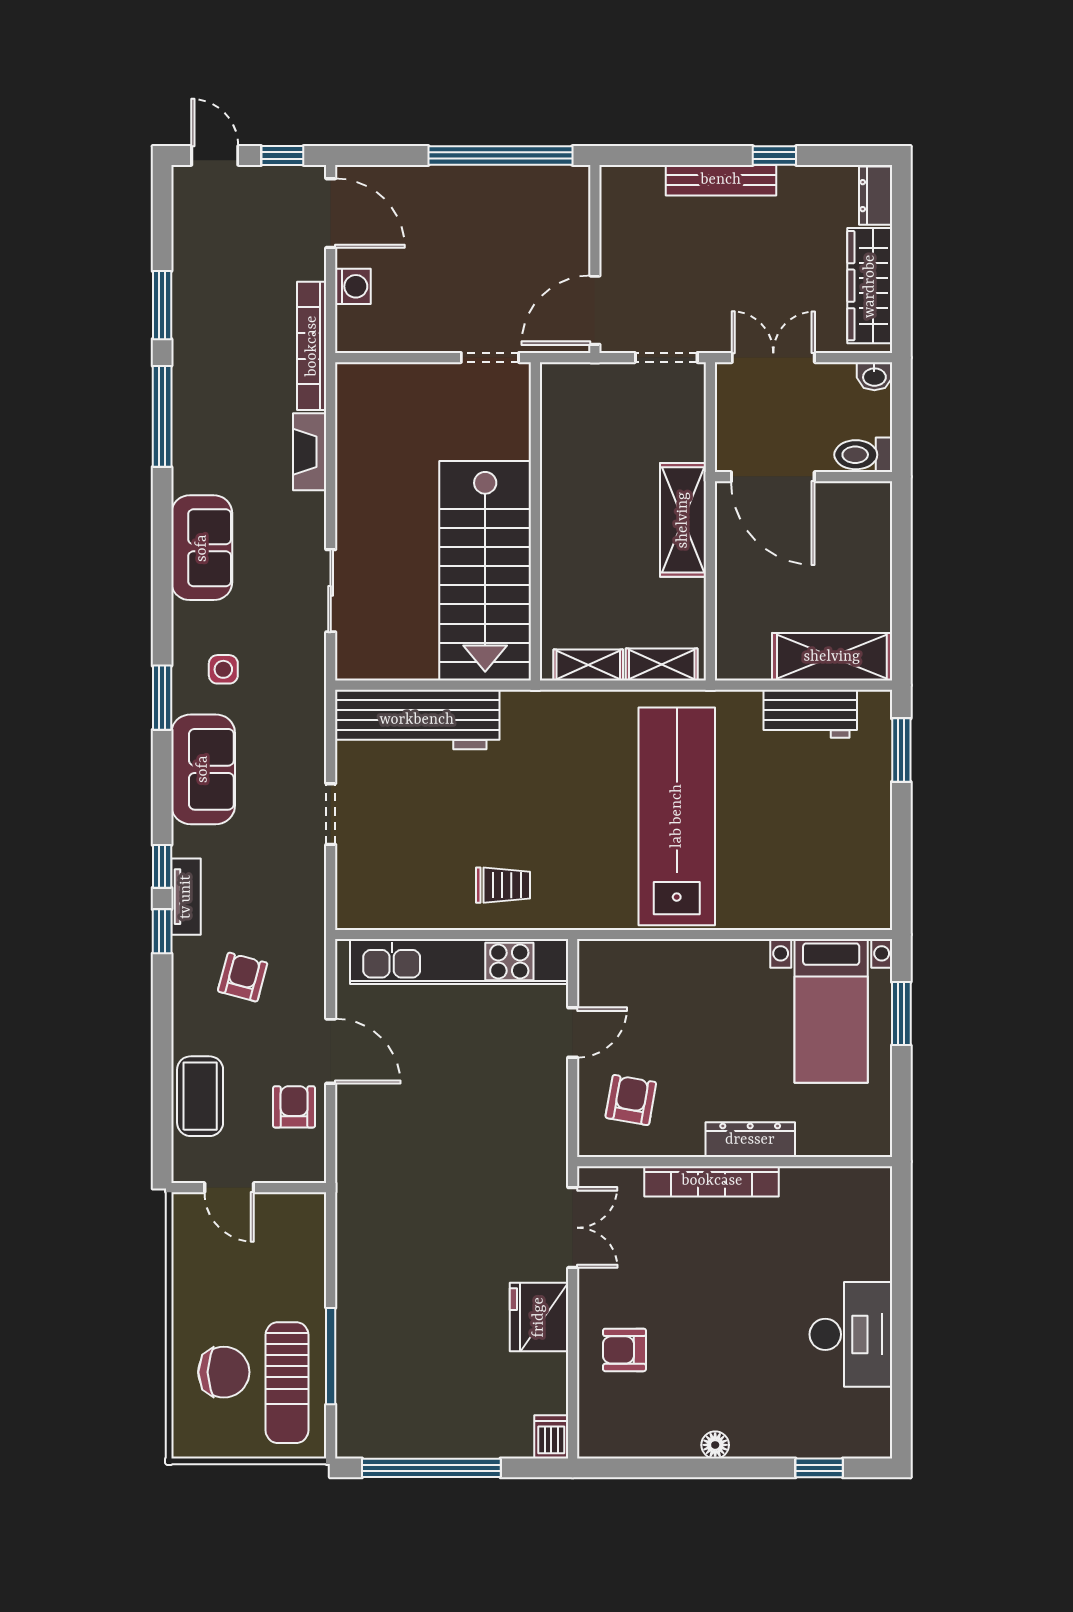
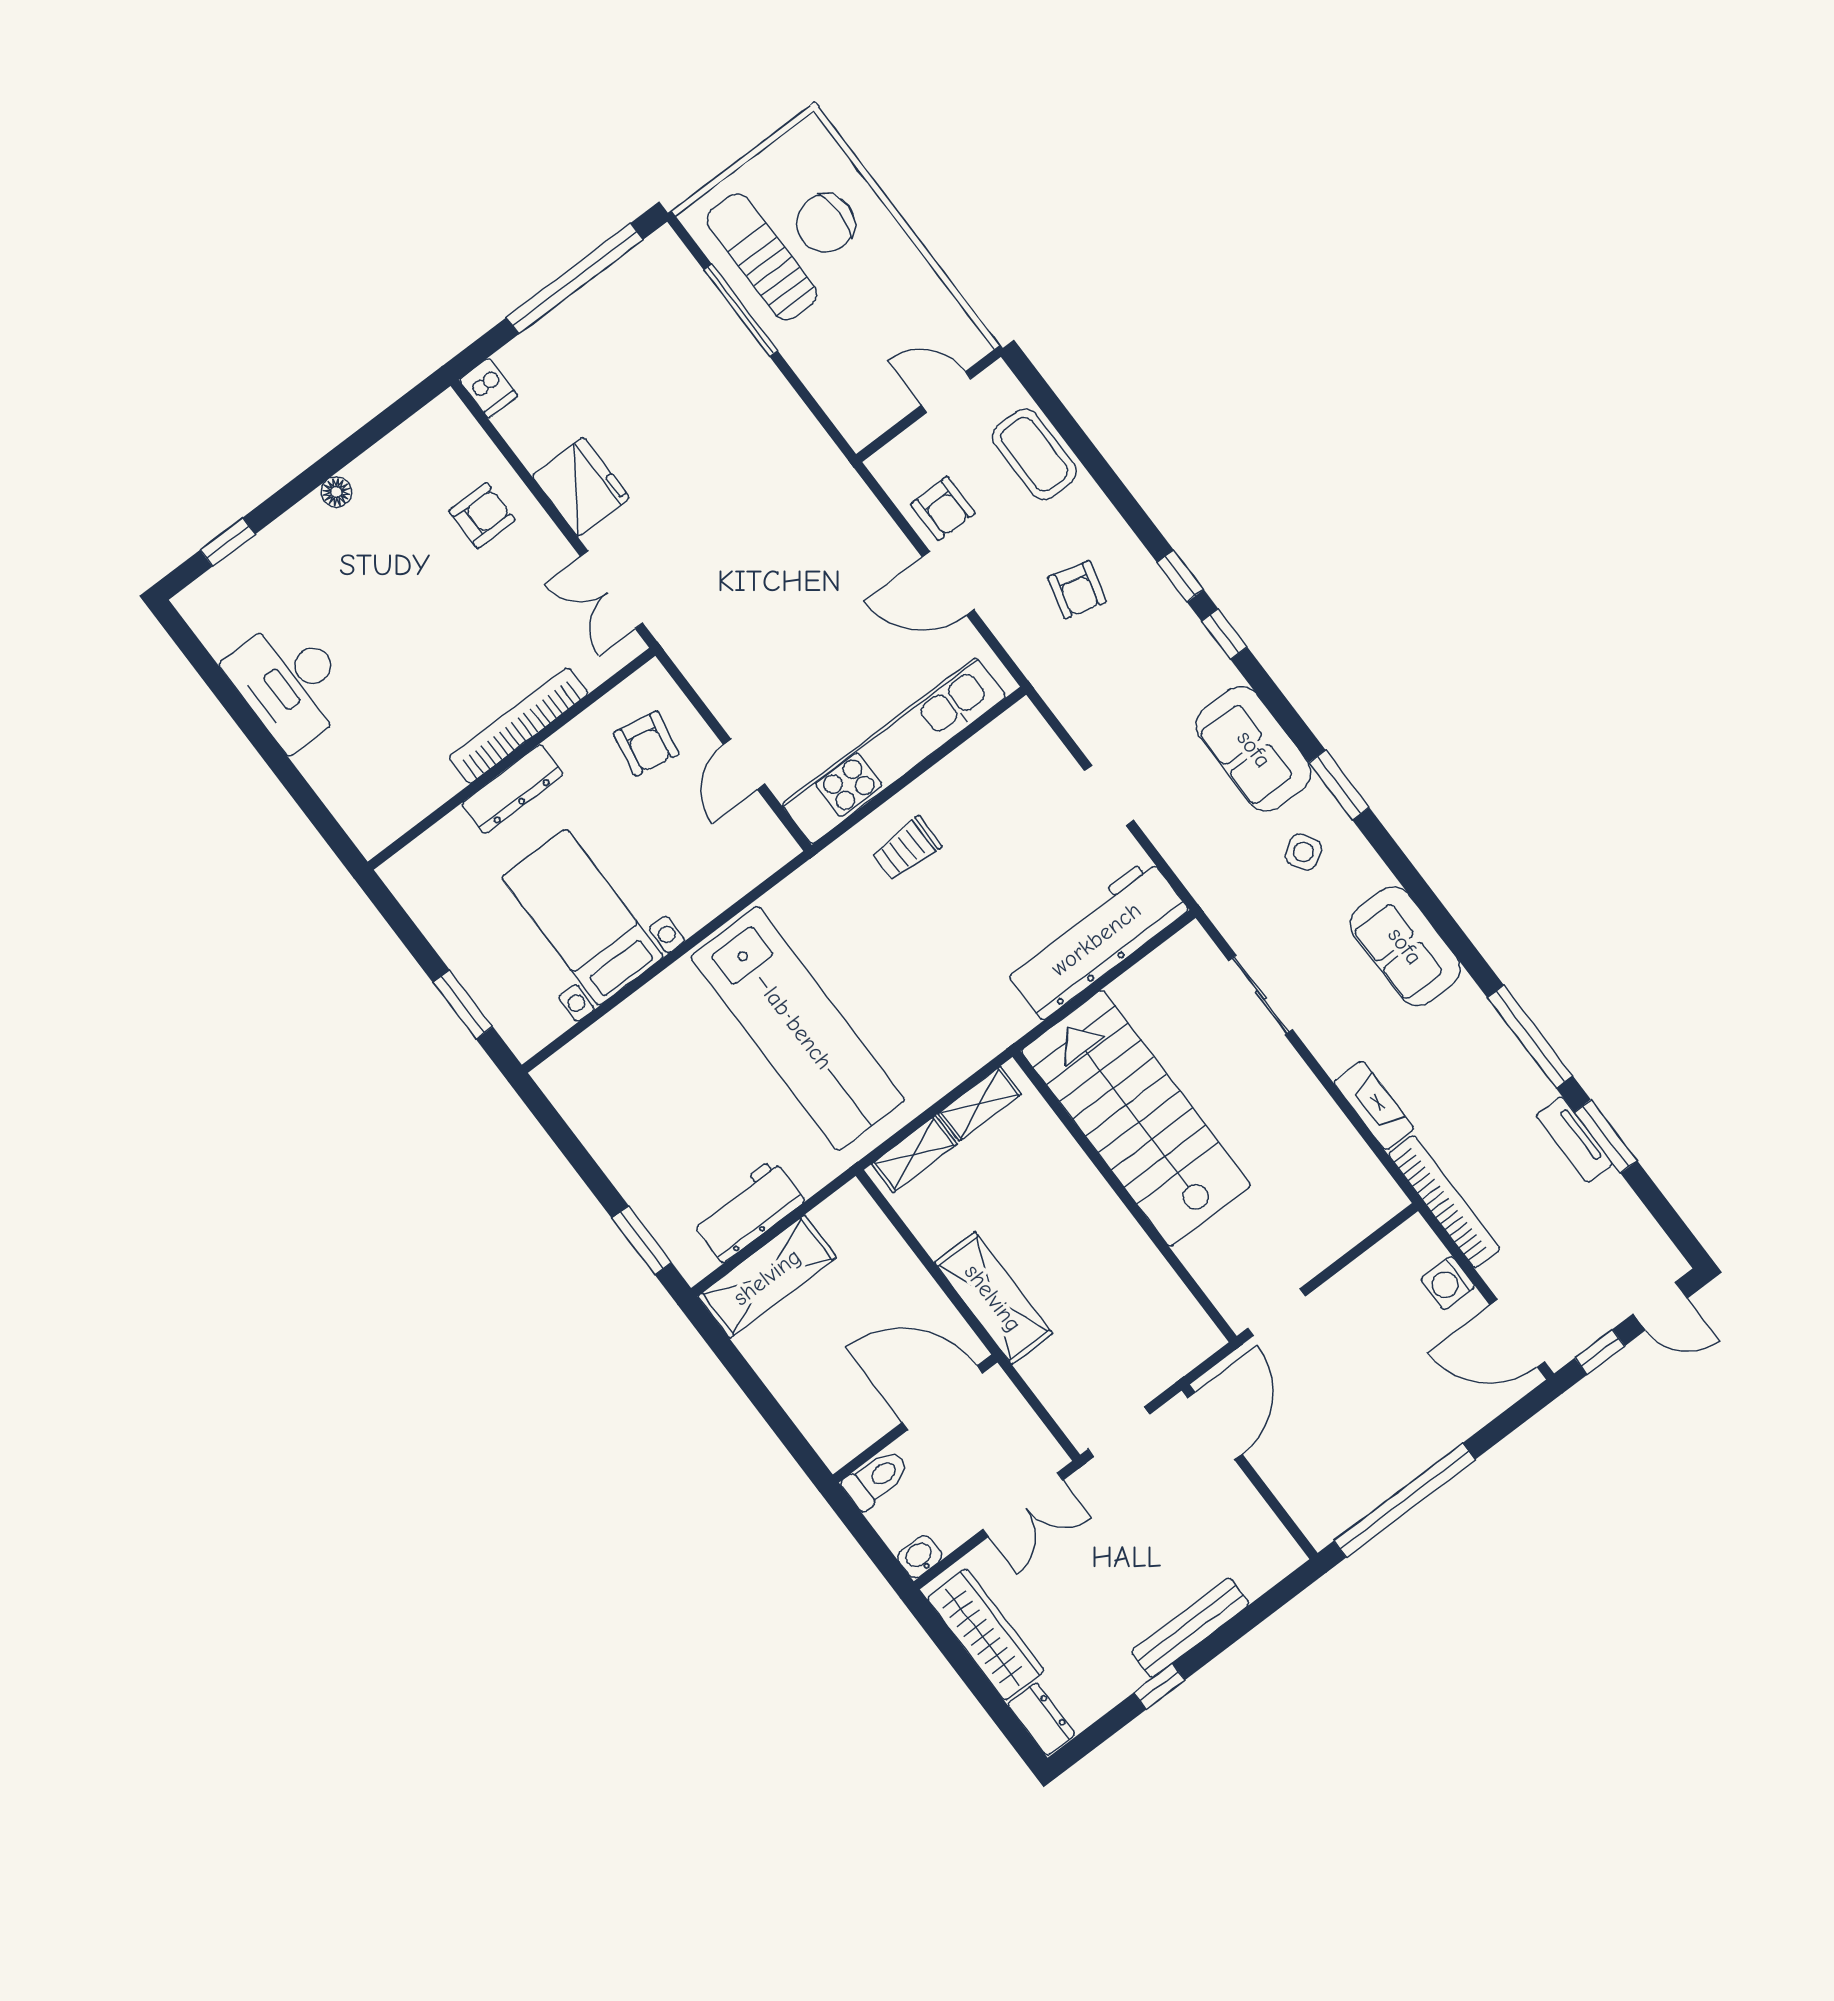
side table: (223, 669) -> (1303, 852), turned -31
tv unit: (186, 897) -> (1574, 1139), moved
bed with nightstands: (831, 1011) -> (583, 917), moved

